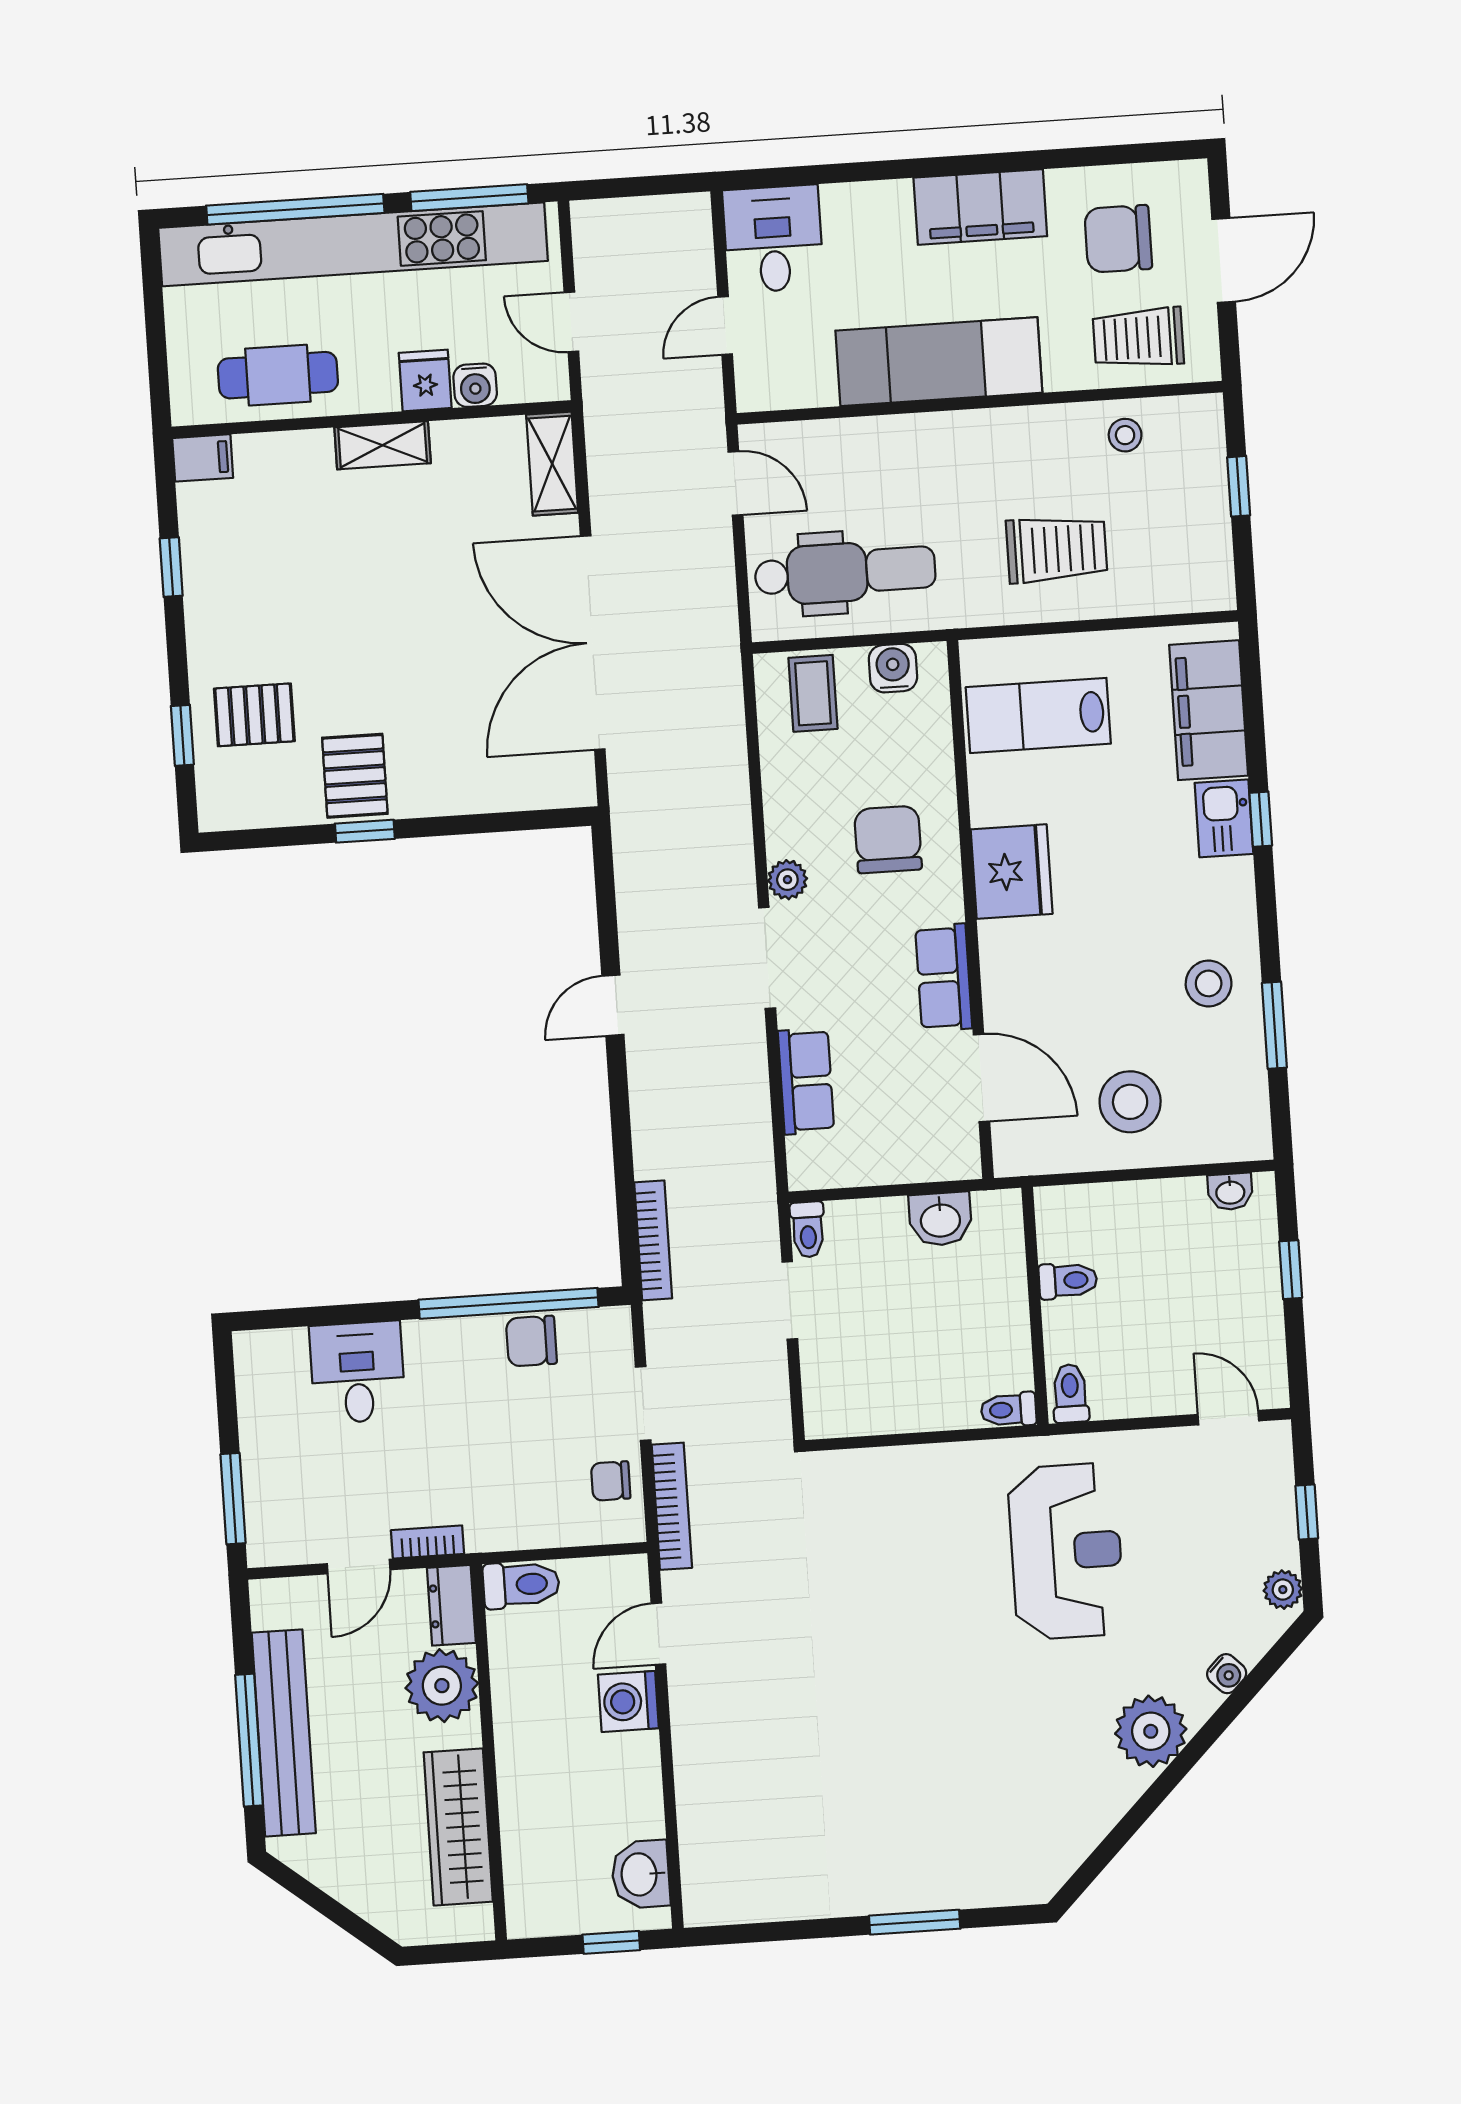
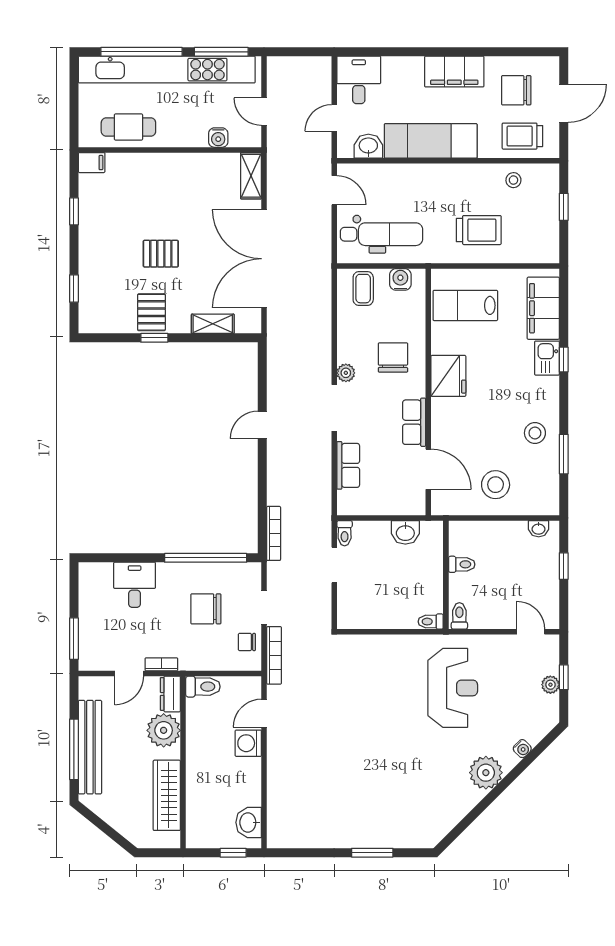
fridge: (425, 380) -> (196, 134), removed
washbasin: (804, 382) -> (368, 146), added
shelving: (383, 445) -> (213, 324), moved
pallet: (254, 715) -> (161, 254), moved
chair: (531, 1341) -> (206, 609), moved, width x1.37, depth x1.37
plant: (1283, 1590) -> (550, 685), moved

